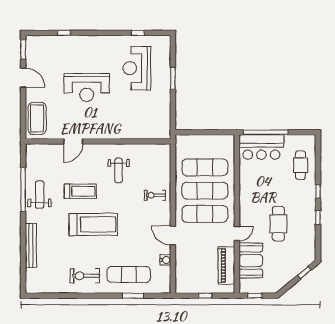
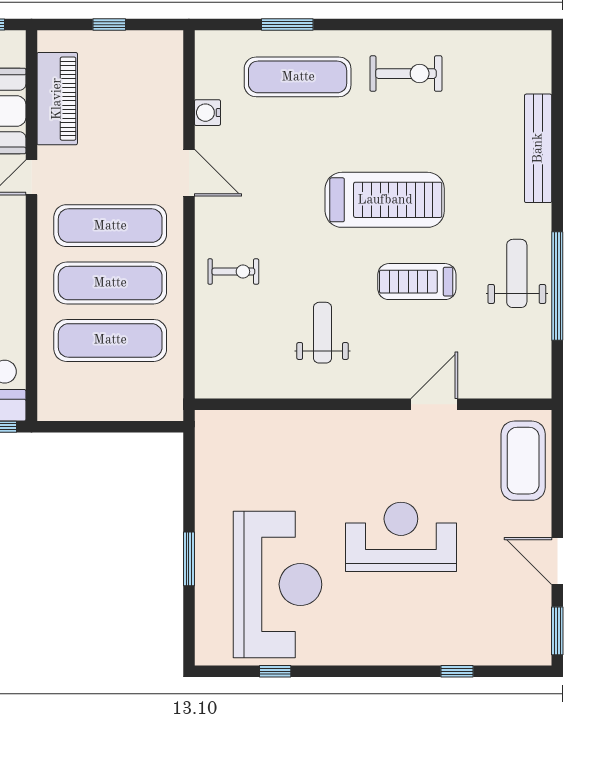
reception desk: (137, 68) -> (277, 584), width x1.36, depth x1.30
weight bench: (40, 195) -> (517, 273), turned 180
treadmill: (93, 224) -> (385, 200), turned 180

